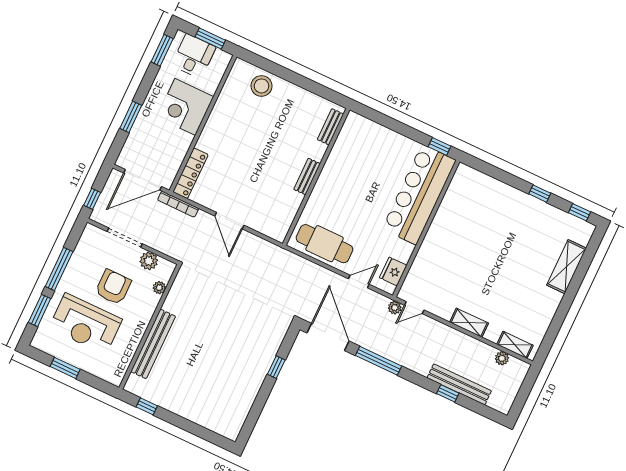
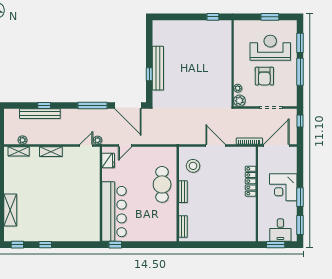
stool: (262, 86) -> (193, 166), moved
corner desk: (185, 107) -> (283, 187), moved, turned 180
window: (131, 117) -> (300, 197), moved
locker: (190, 173) -> (251, 181), moved
cafe table: (324, 244) -> (162, 184), moved, turned 90
plant: (149, 261) -> (239, 101), moved
bench: (153, 344) -> (158, 68), moved

